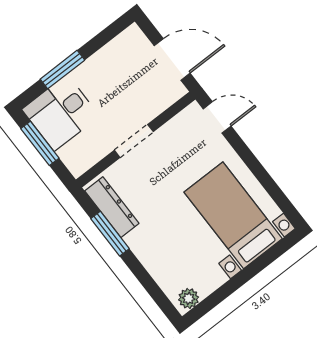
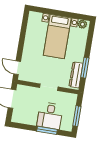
desk: (61, 113) -> (50, 116), moved, turned 90
bed with nightstands: (233, 215) -> (57, 37), moved

